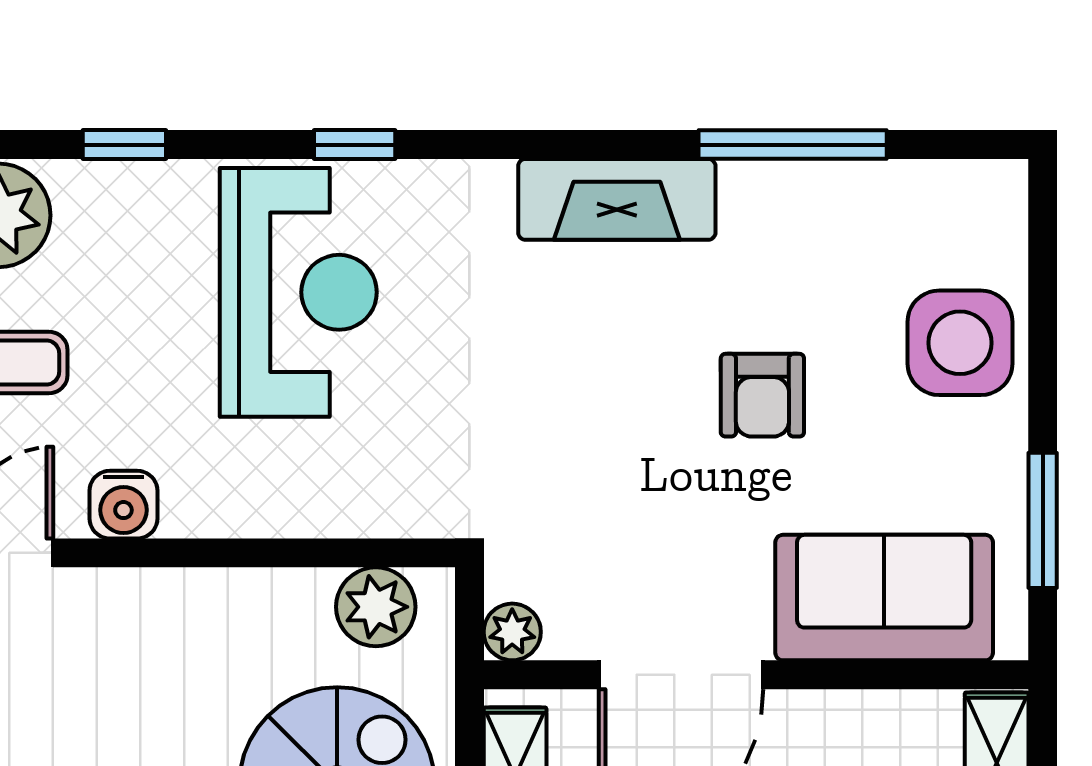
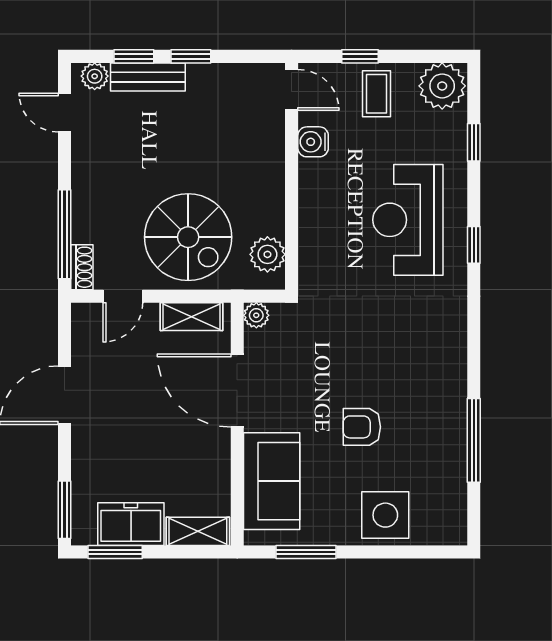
fireplace: (617, 199) -> (449, 362), removed
reception desk: (298, 292) -> (408, 220), turned 90

